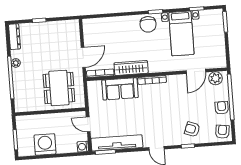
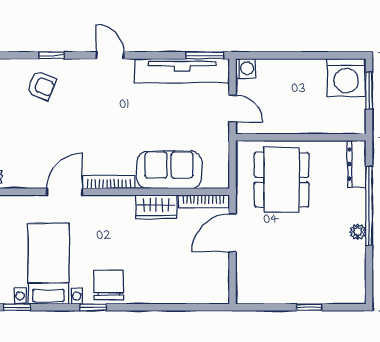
dresser: (14, 37) -> (357, 164), moved
wardrobe: (131, 68) -> (156, 207), width x0.67
door: (196, 71) -> (64, 192), moved
washing machine: (45, 144) -> (346, 78), moved

